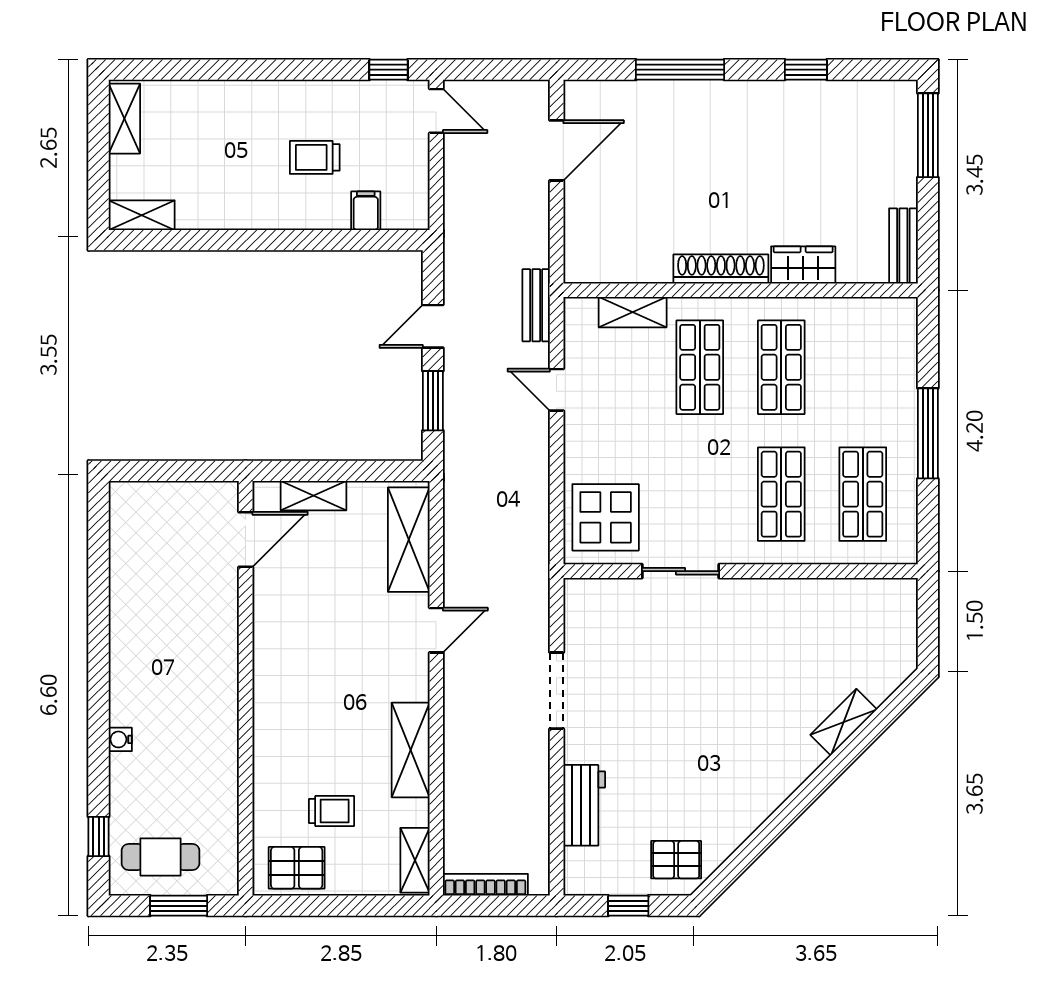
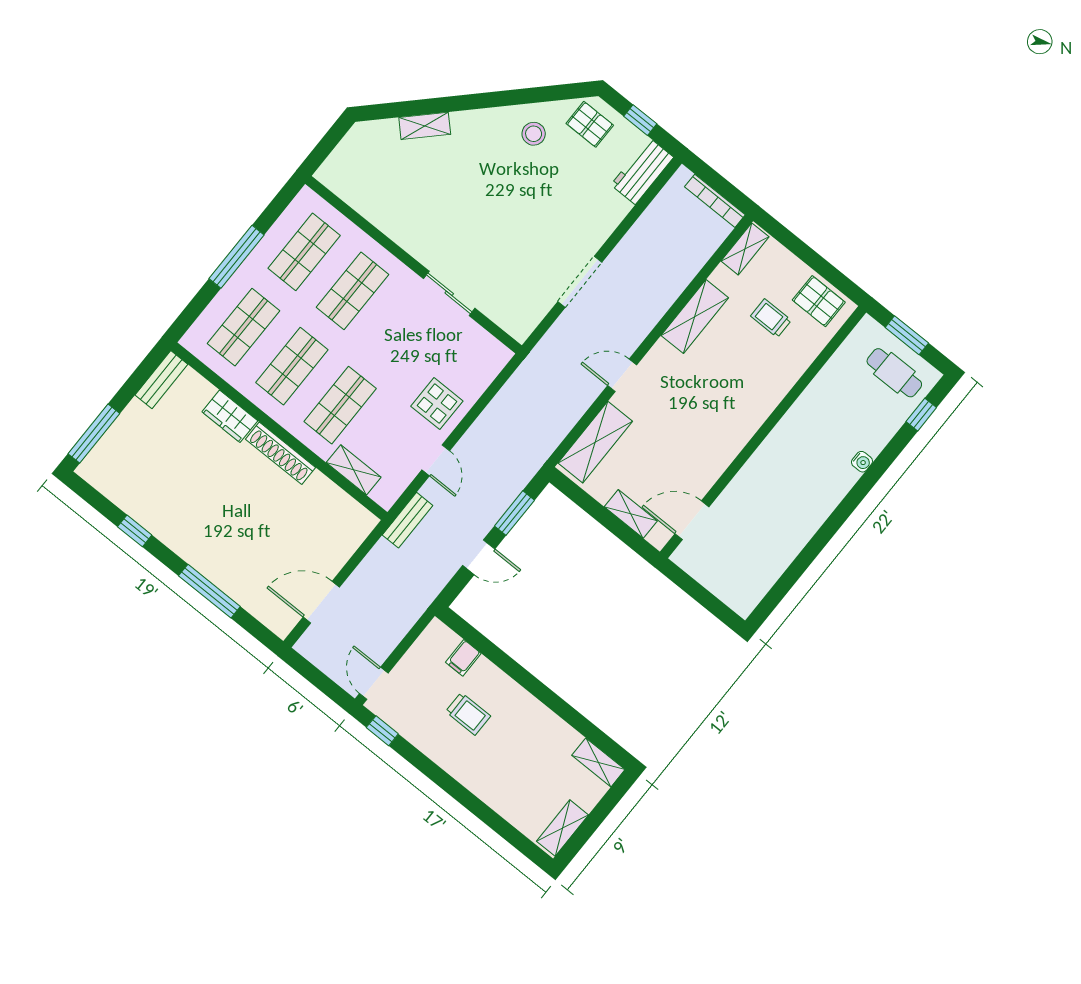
shop shelf: (863, 367) -> (243, 327), added
display table: (606, 517) -> (437, 404), moved, width x0.73, depth x0.73
stool: (726, 804) -> (534, 134), added
workbench: (584, 805) -> (642, 171), moved

